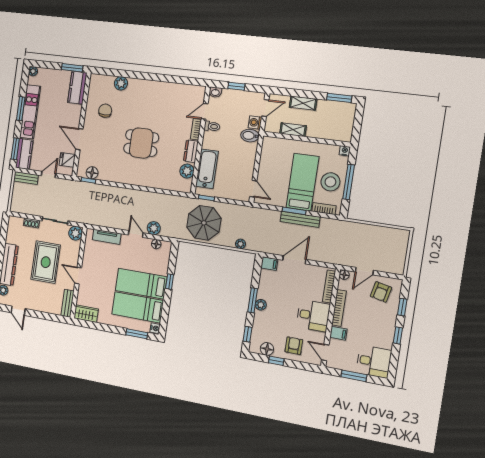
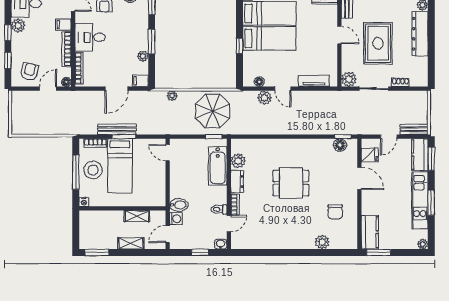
plant: (261, 305) -> (143, 56), moved
plant: (386, 341) -> (18, 26), added

